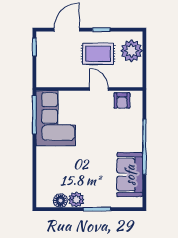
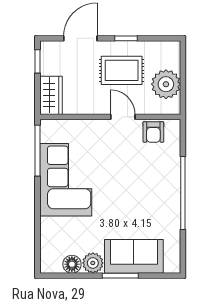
plant: (132, 51) -> (166, 84), moved
wardrobe: (45, 73) -> (51, 95), added
corner sofa: (56, 118) -> (66, 180), moved
sofa: (130, 175) -> (134, 256), moved, turned 90

